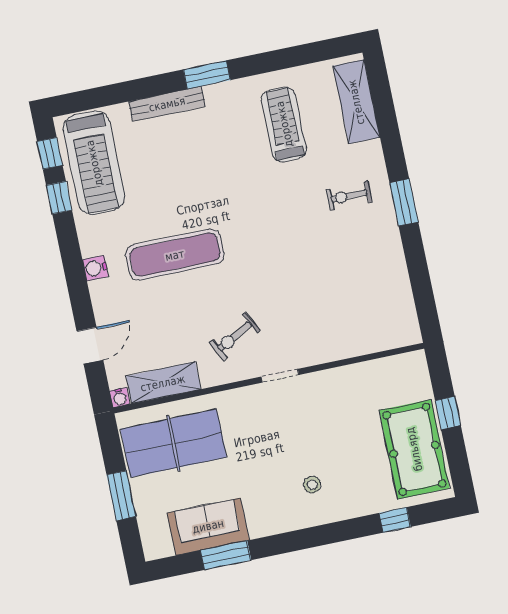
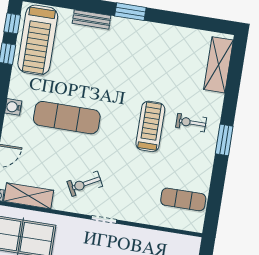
bench: (167, 104) -> (92, 19), width x0.73
treadmill: (284, 124) -> (150, 126), moved
exercise mat: (379, 306) -> (183, 199), added

